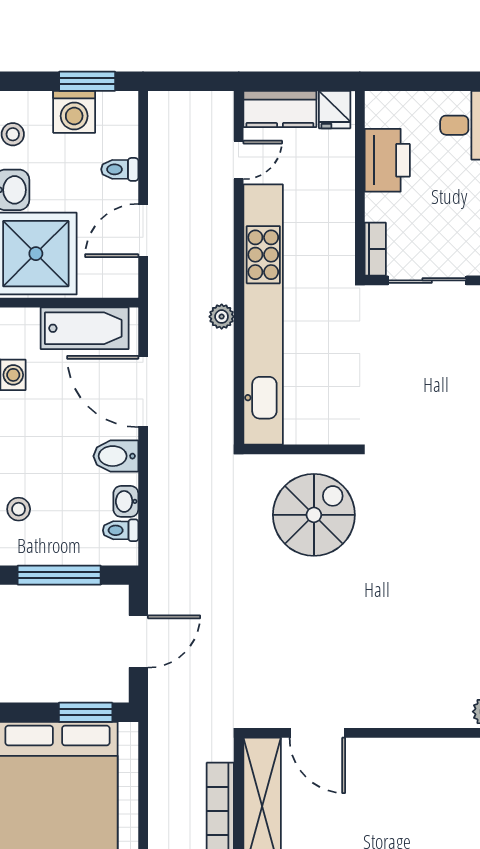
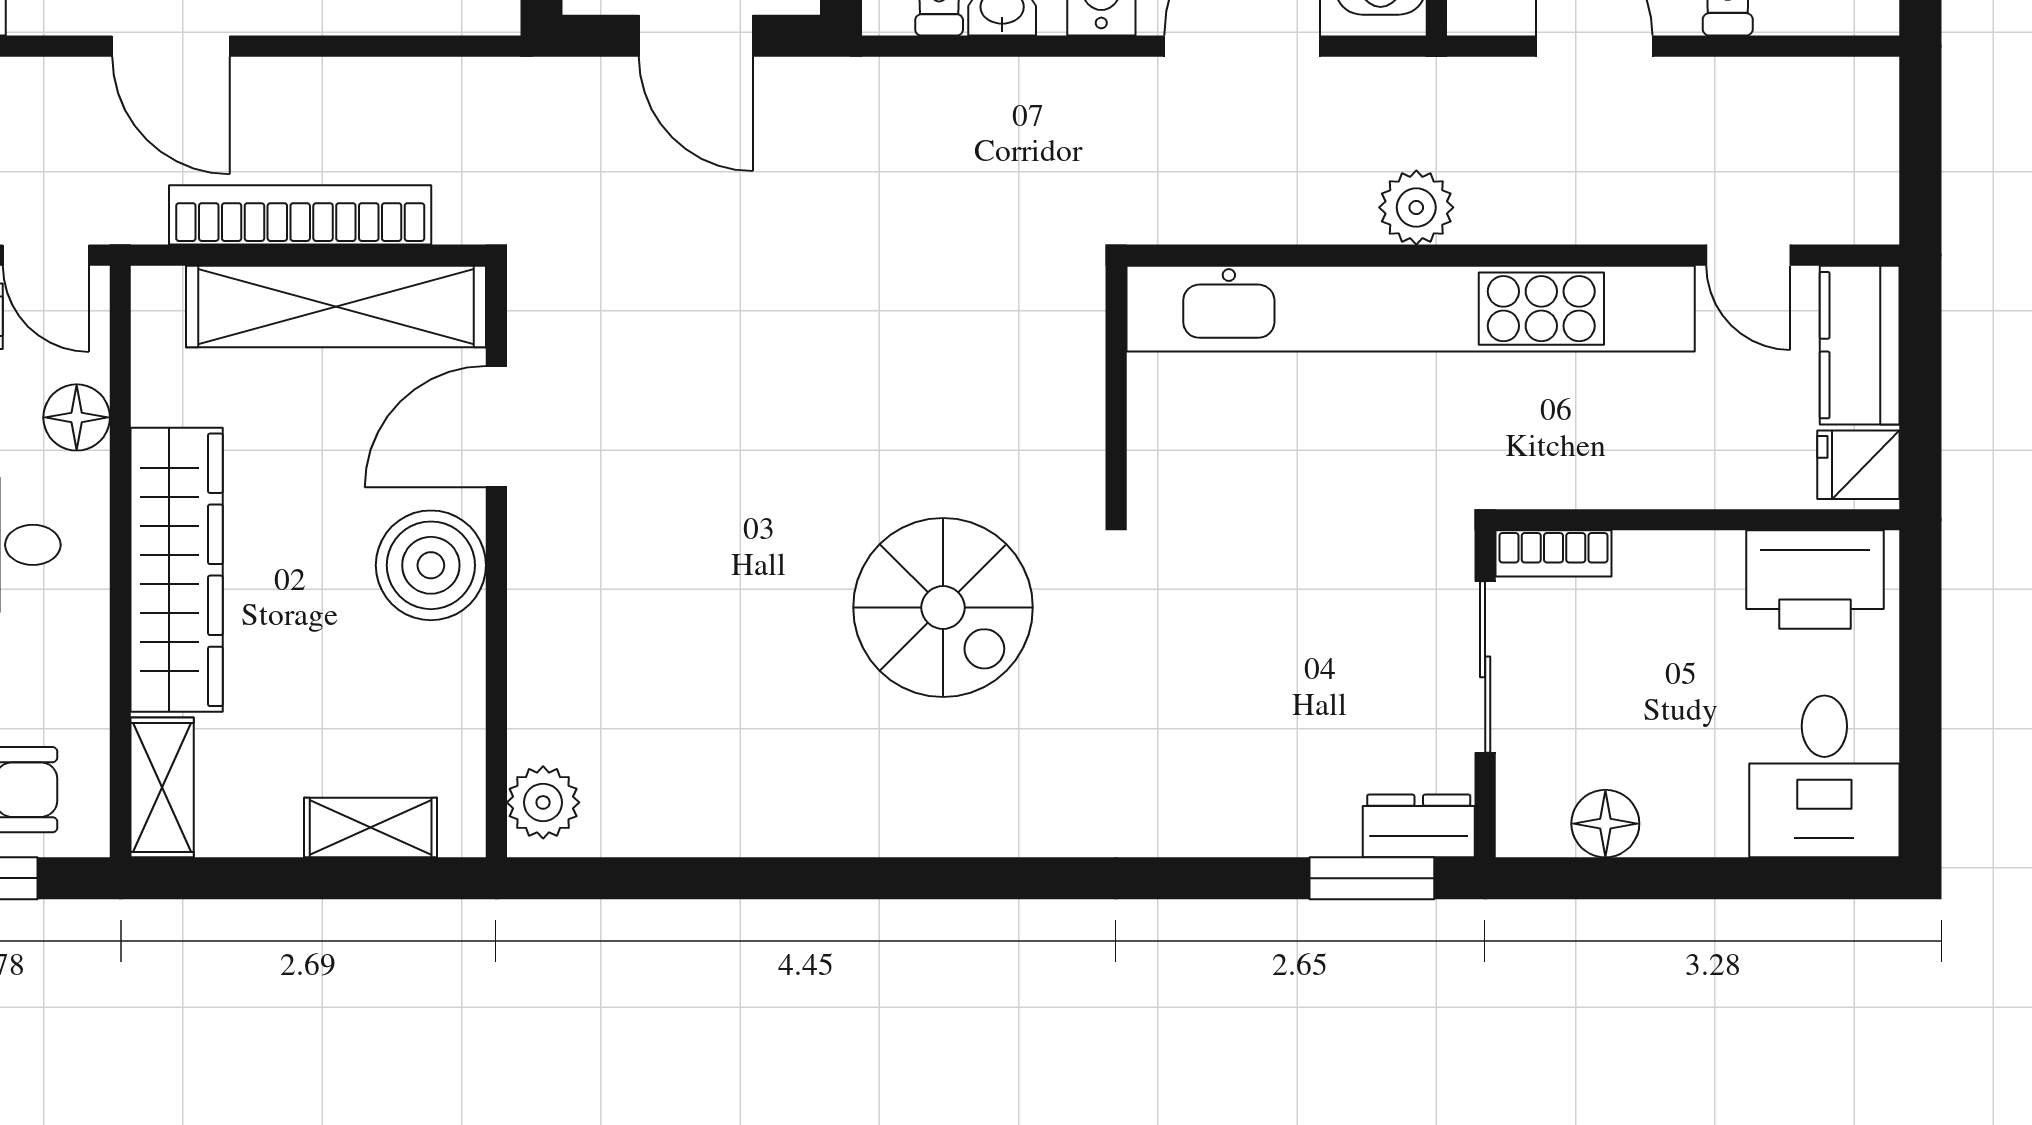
printer: (387, 160) -> (1815, 580), moved
plant: (222, 317) -> (1416, 207), width x1.38, depth x1.38
spiral stairs: (314, 515) -> (943, 607), moved
boiler: (381, 763) -> (431, 565), added

